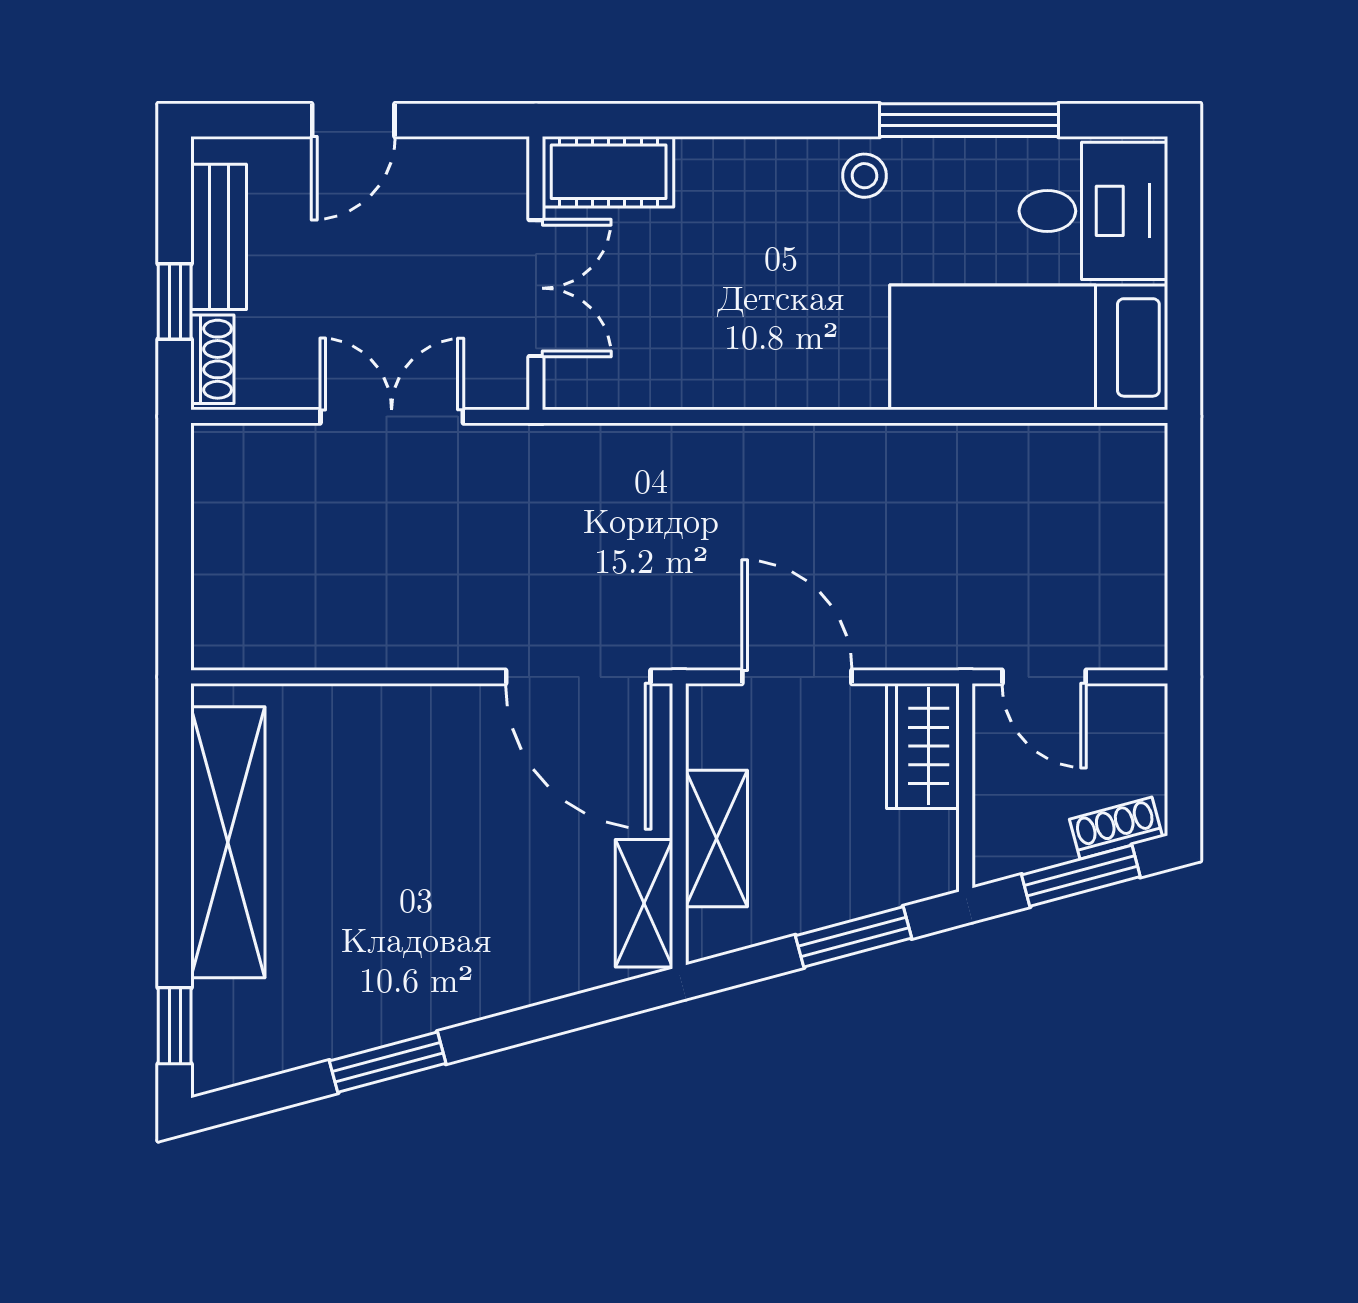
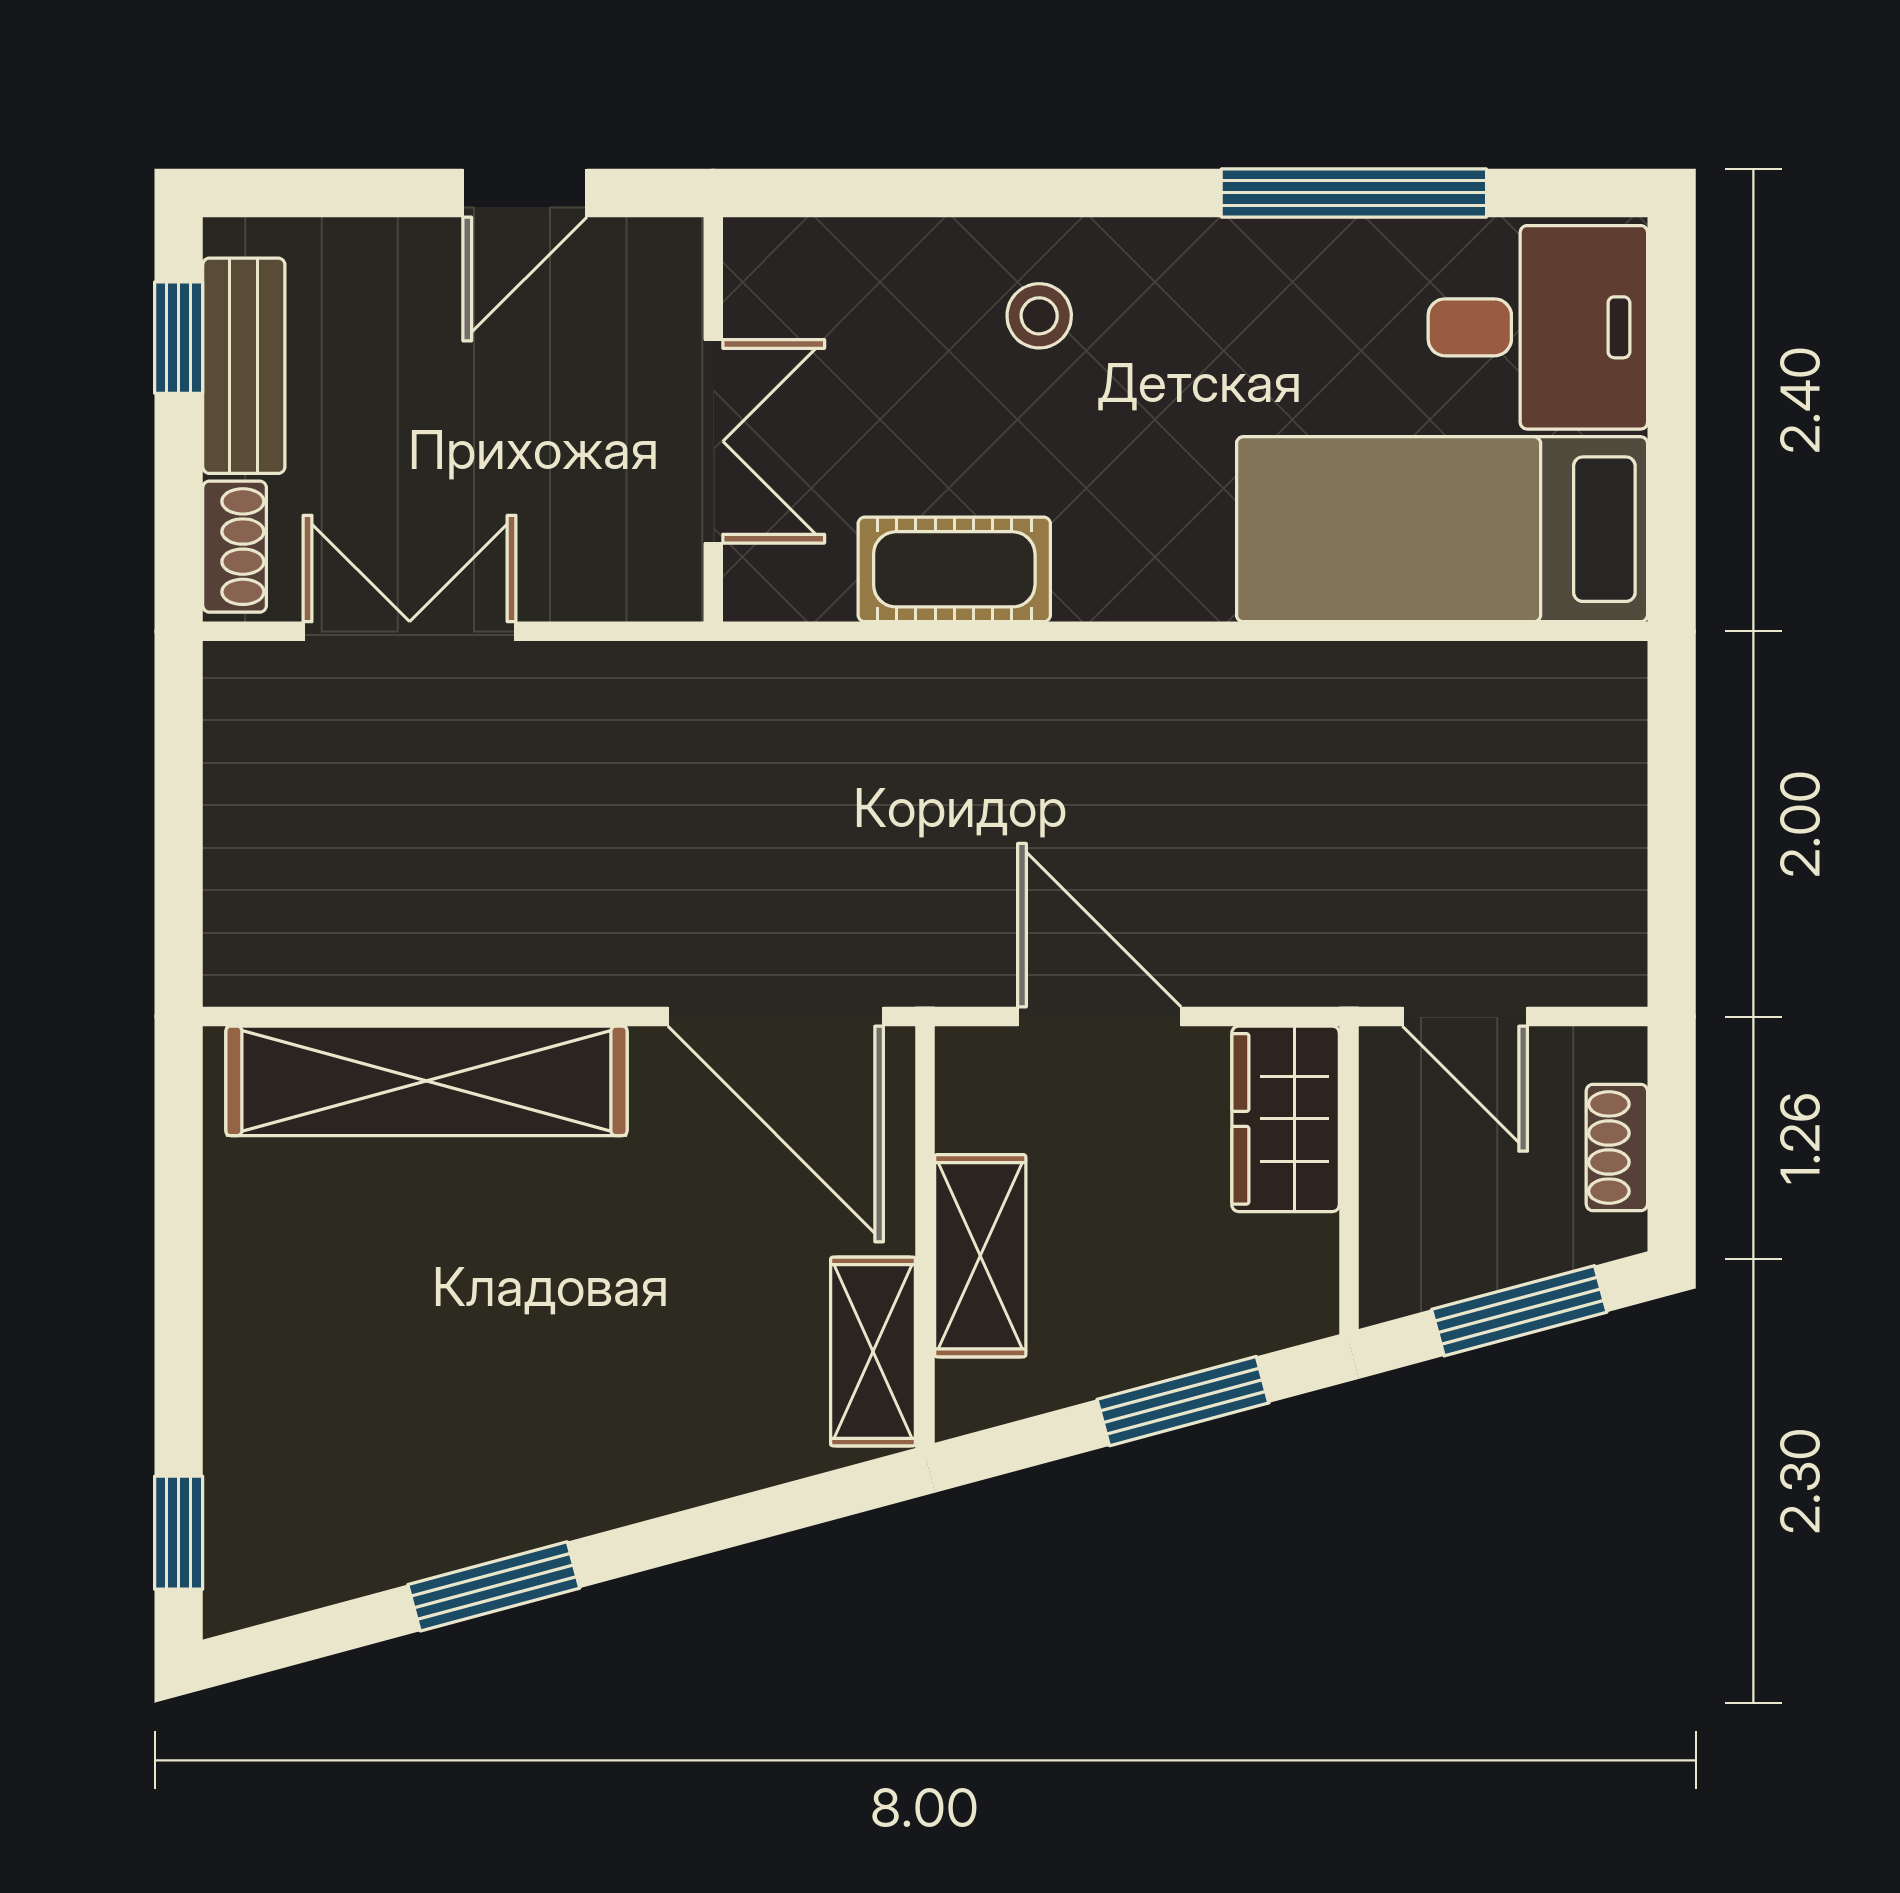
door: (353, 120) -> (525, 193), moved
cot: (609, 172) -> (954, 569), moved
stool: (865, 176) -> (1039, 316), moved
window: (175, 301) -> (179, 338), moved
double door: (392, 416) -> (410, 631), moved
shoe rack: (1116, 828) -> (1617, 1148), moved, turned -75
shelving: (228, 842) -> (426, 1081), moved, turned 90

